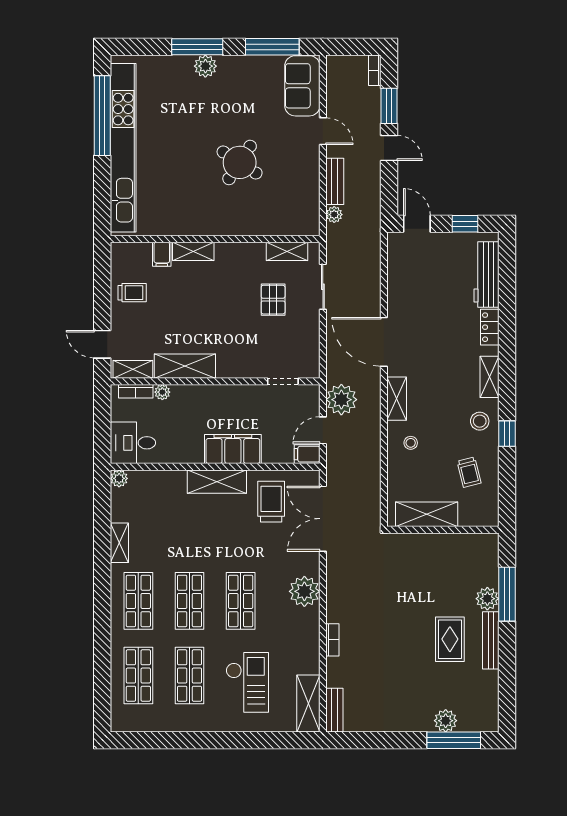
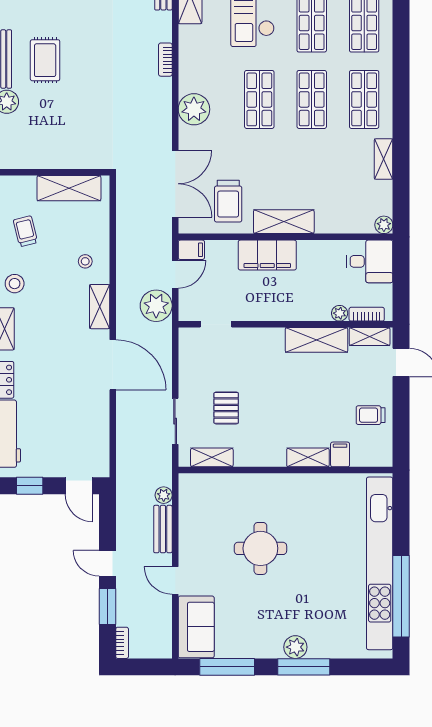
round table: (240, 162) -> (260, 548), turned -33

